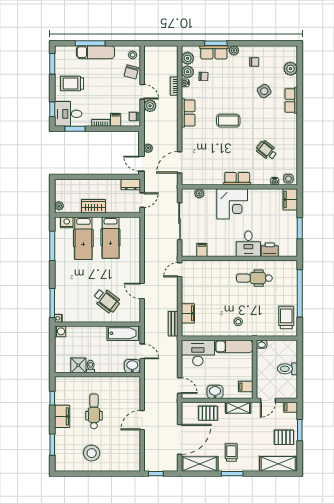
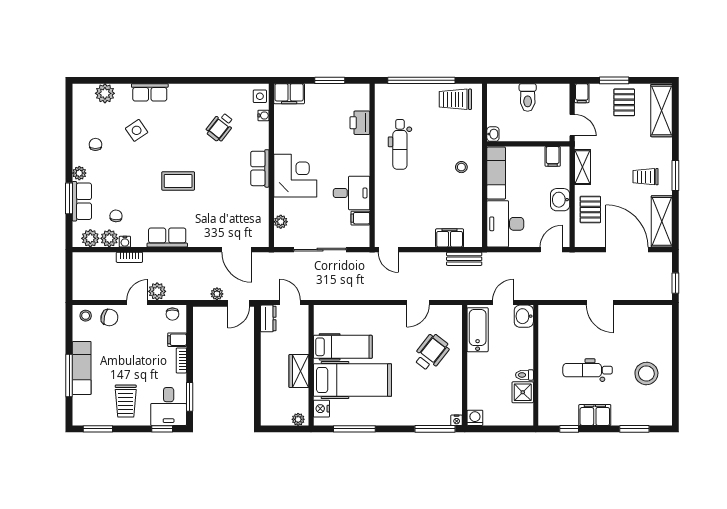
coffee table: (228, 121) -> (178, 181), turned 90
hospital bed: (83, 238) -> (353, 380), width x1.37, depth x1.29
desk: (248, 244) -> (352, 193), moved

